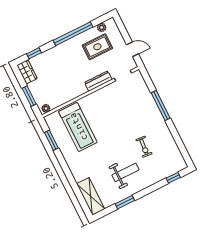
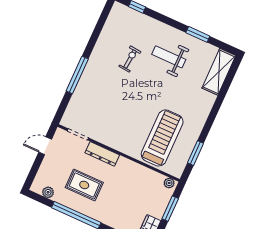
rug: (97, 47) -> (84, 185), moved
door: (132, 49) -> (45, 146), hinge flipped

